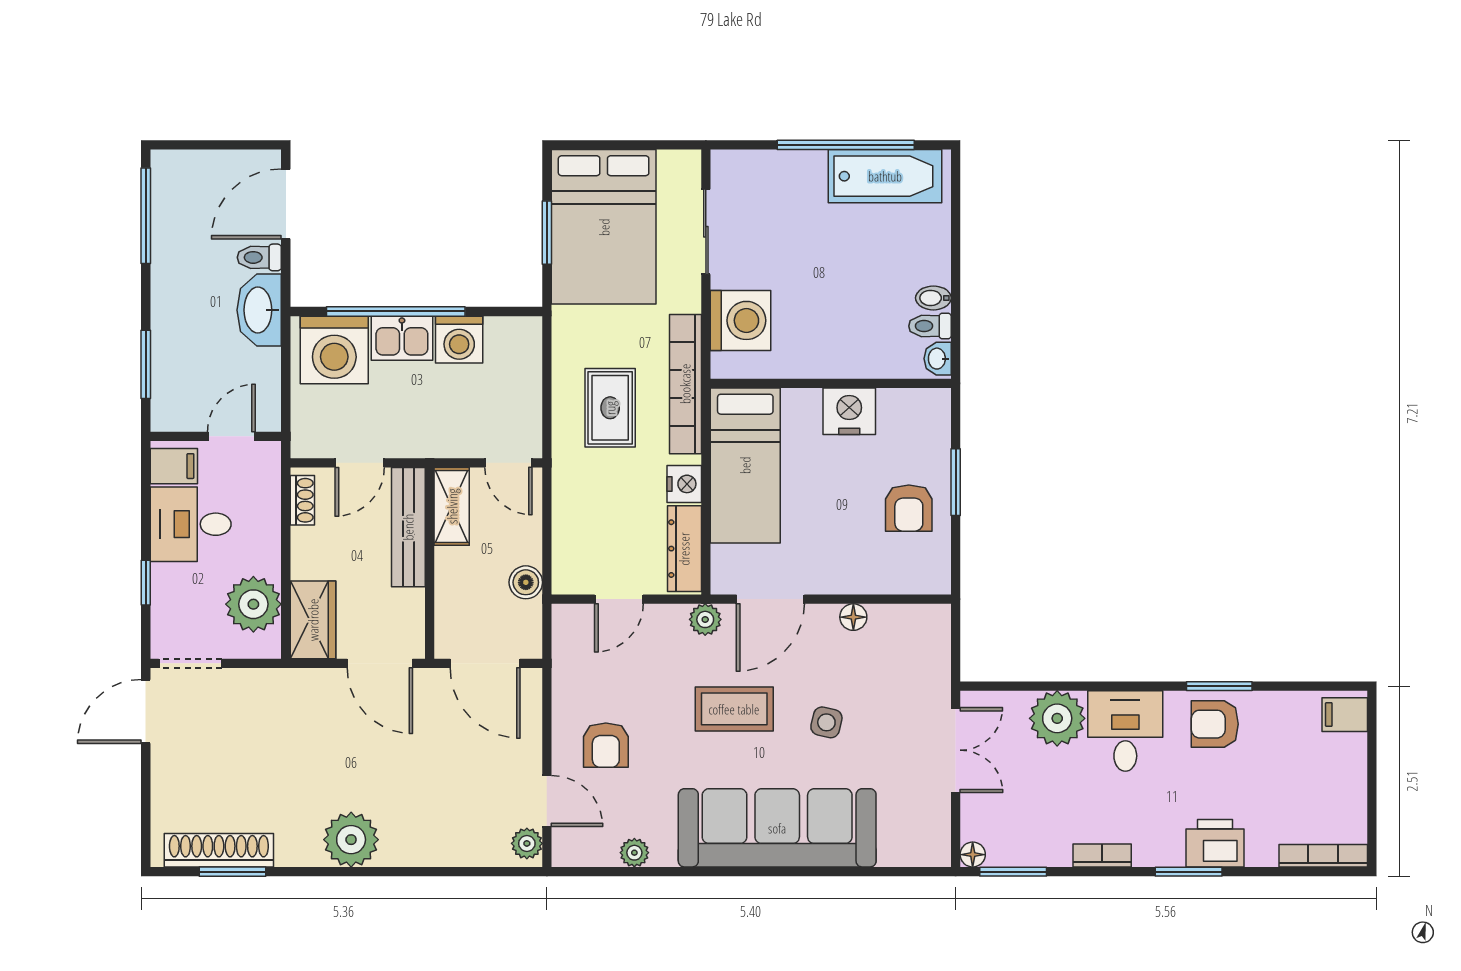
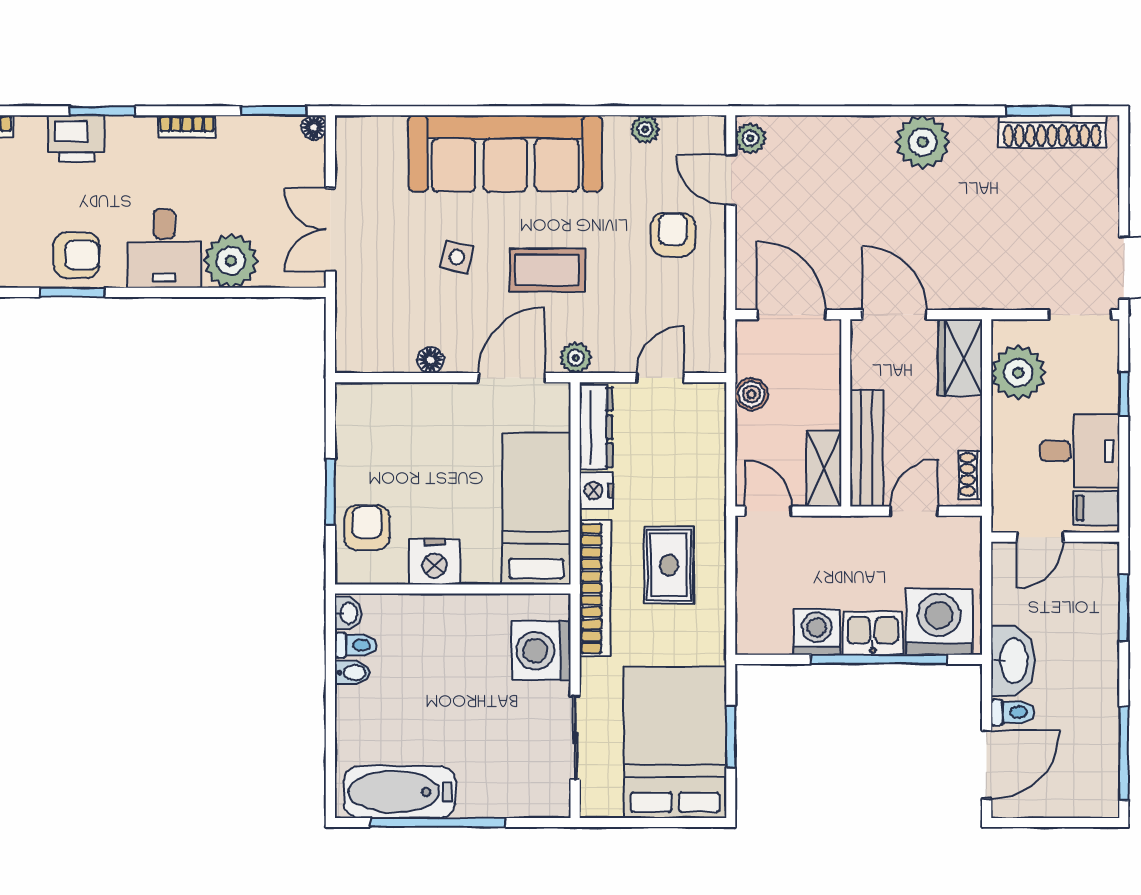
armchair: (909, 508) -> (367, 528), moved

